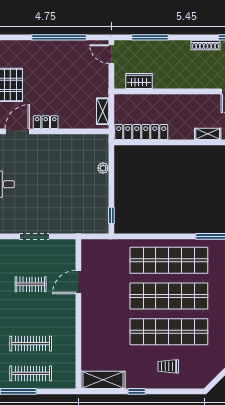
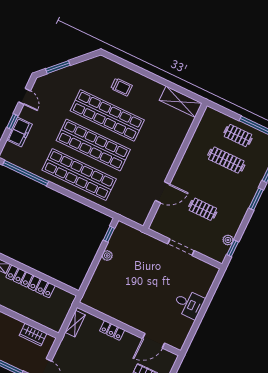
locker: (46, 122) -> (112, 330), moved
locker: (141, 132) -> (30, 281), moved
plant: (103, 168) -> (107, 256), moved
clothes rail: (31, 373) -> (238, 136), width x0.73
window: (137, 391) -> (157, 79), removed

